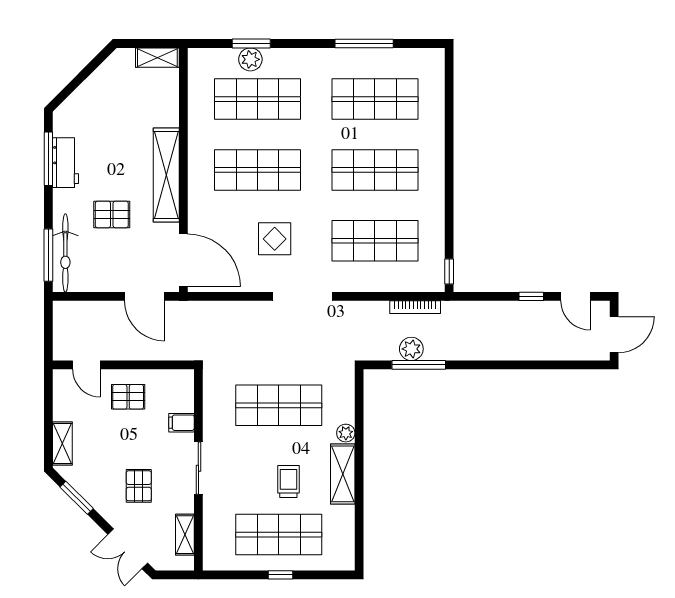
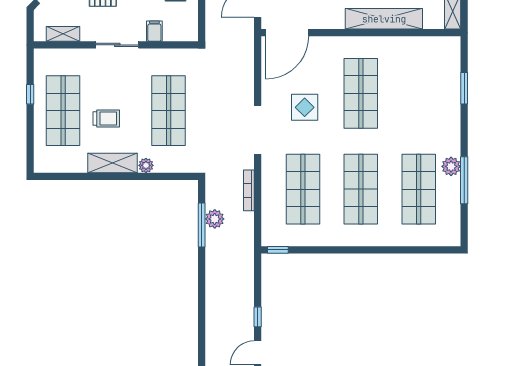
plant: (250, 59) -> (451, 166), moved
shop shelf: (258, 99) -> (419, 93), removed
shelving: (166, 175) -> (384, 19), moved
bookcase: (415, 307) -> (249, 190), moved
window: (280, 575) -> (30, 94), moved

